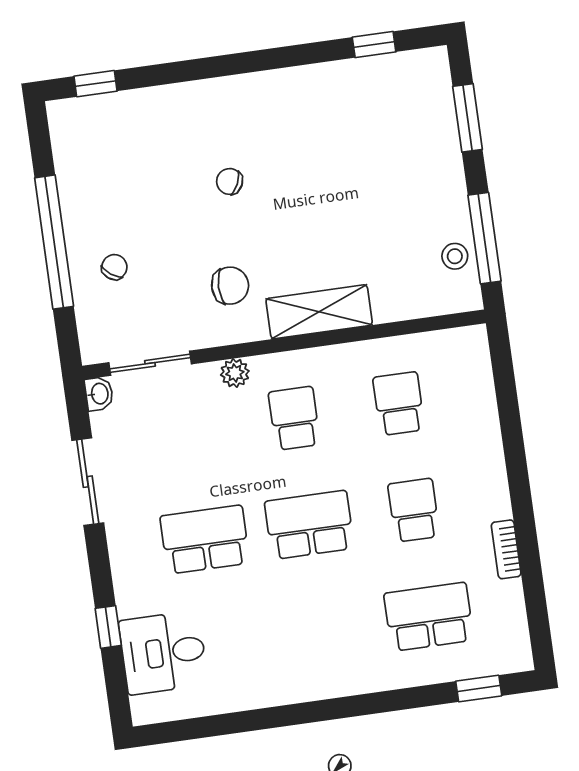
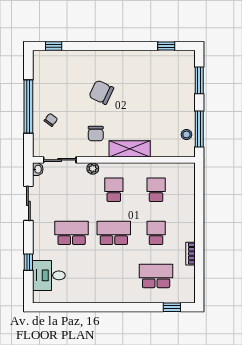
chair: (230, 181) -> (101, 92), width x1.87, depth x1.87
chair: (230, 286) -> (96, 134), turned 90

